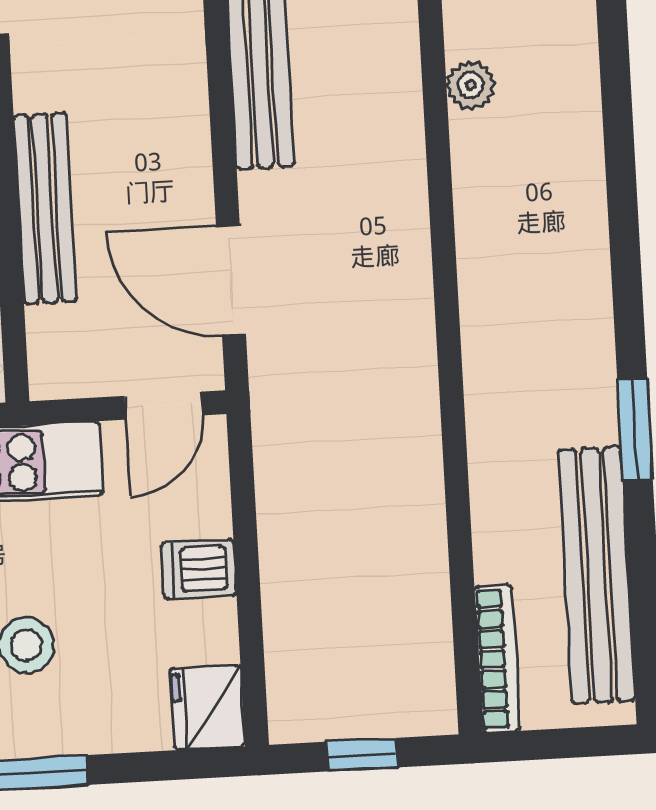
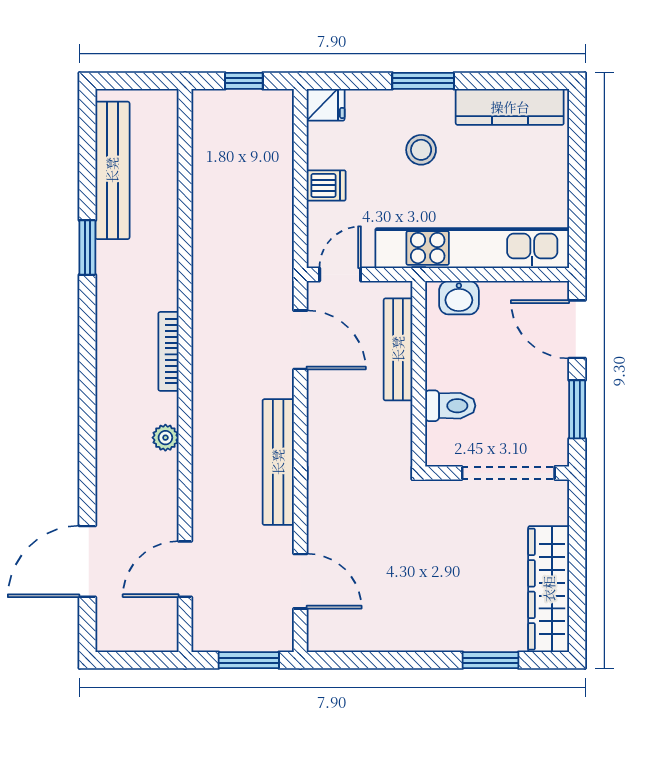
bench: (45, 208) -> (398, 349), moved
bookcase: (497, 659) -> (168, 351), moved
fridge: (208, 707) -> (326, 105), width x0.72

